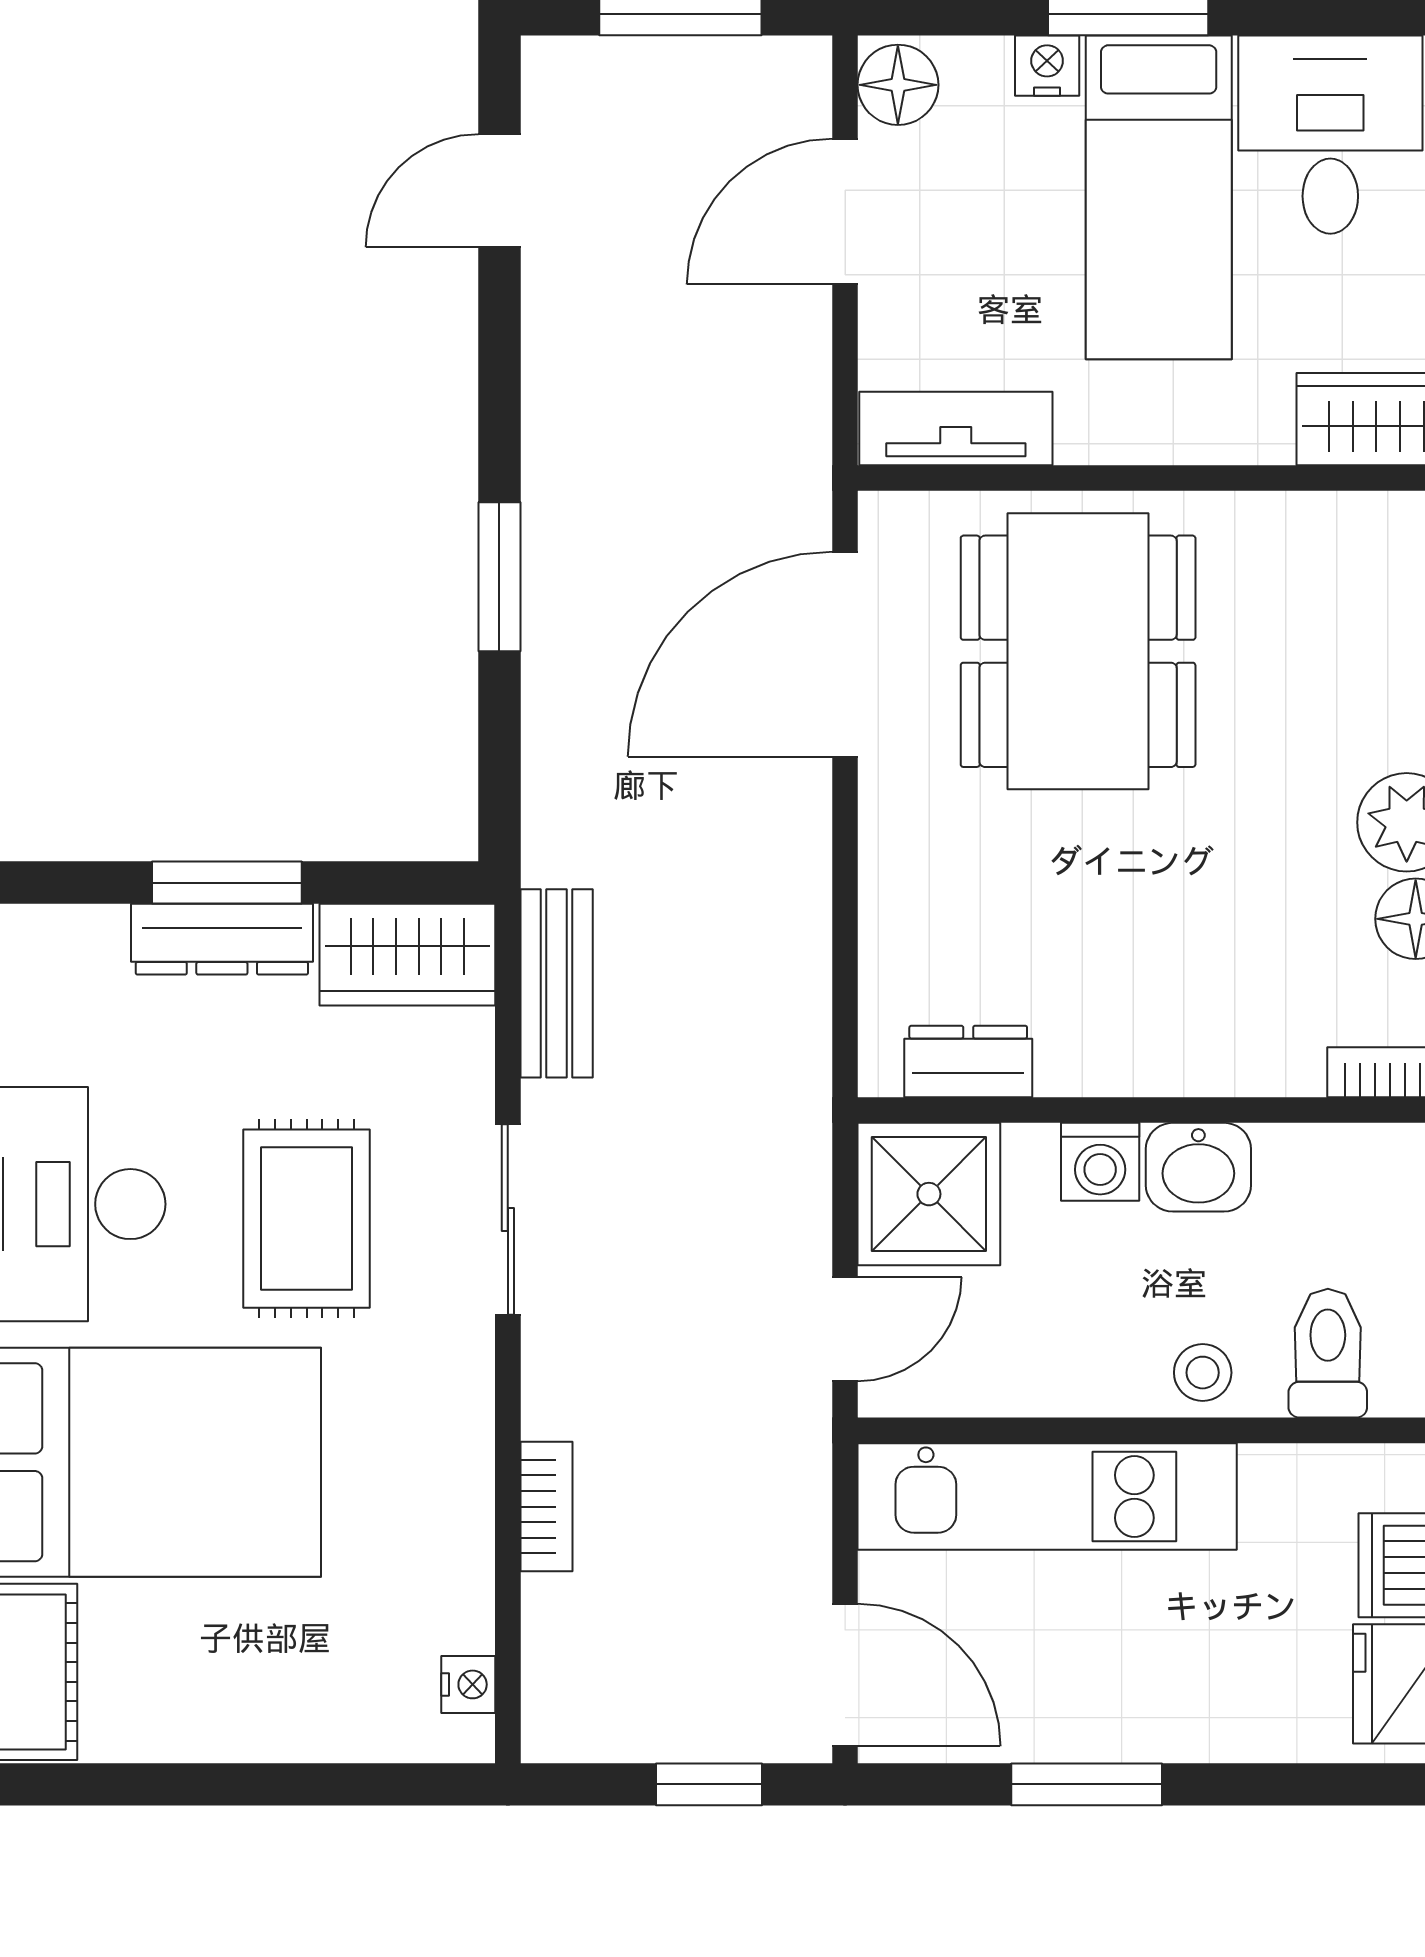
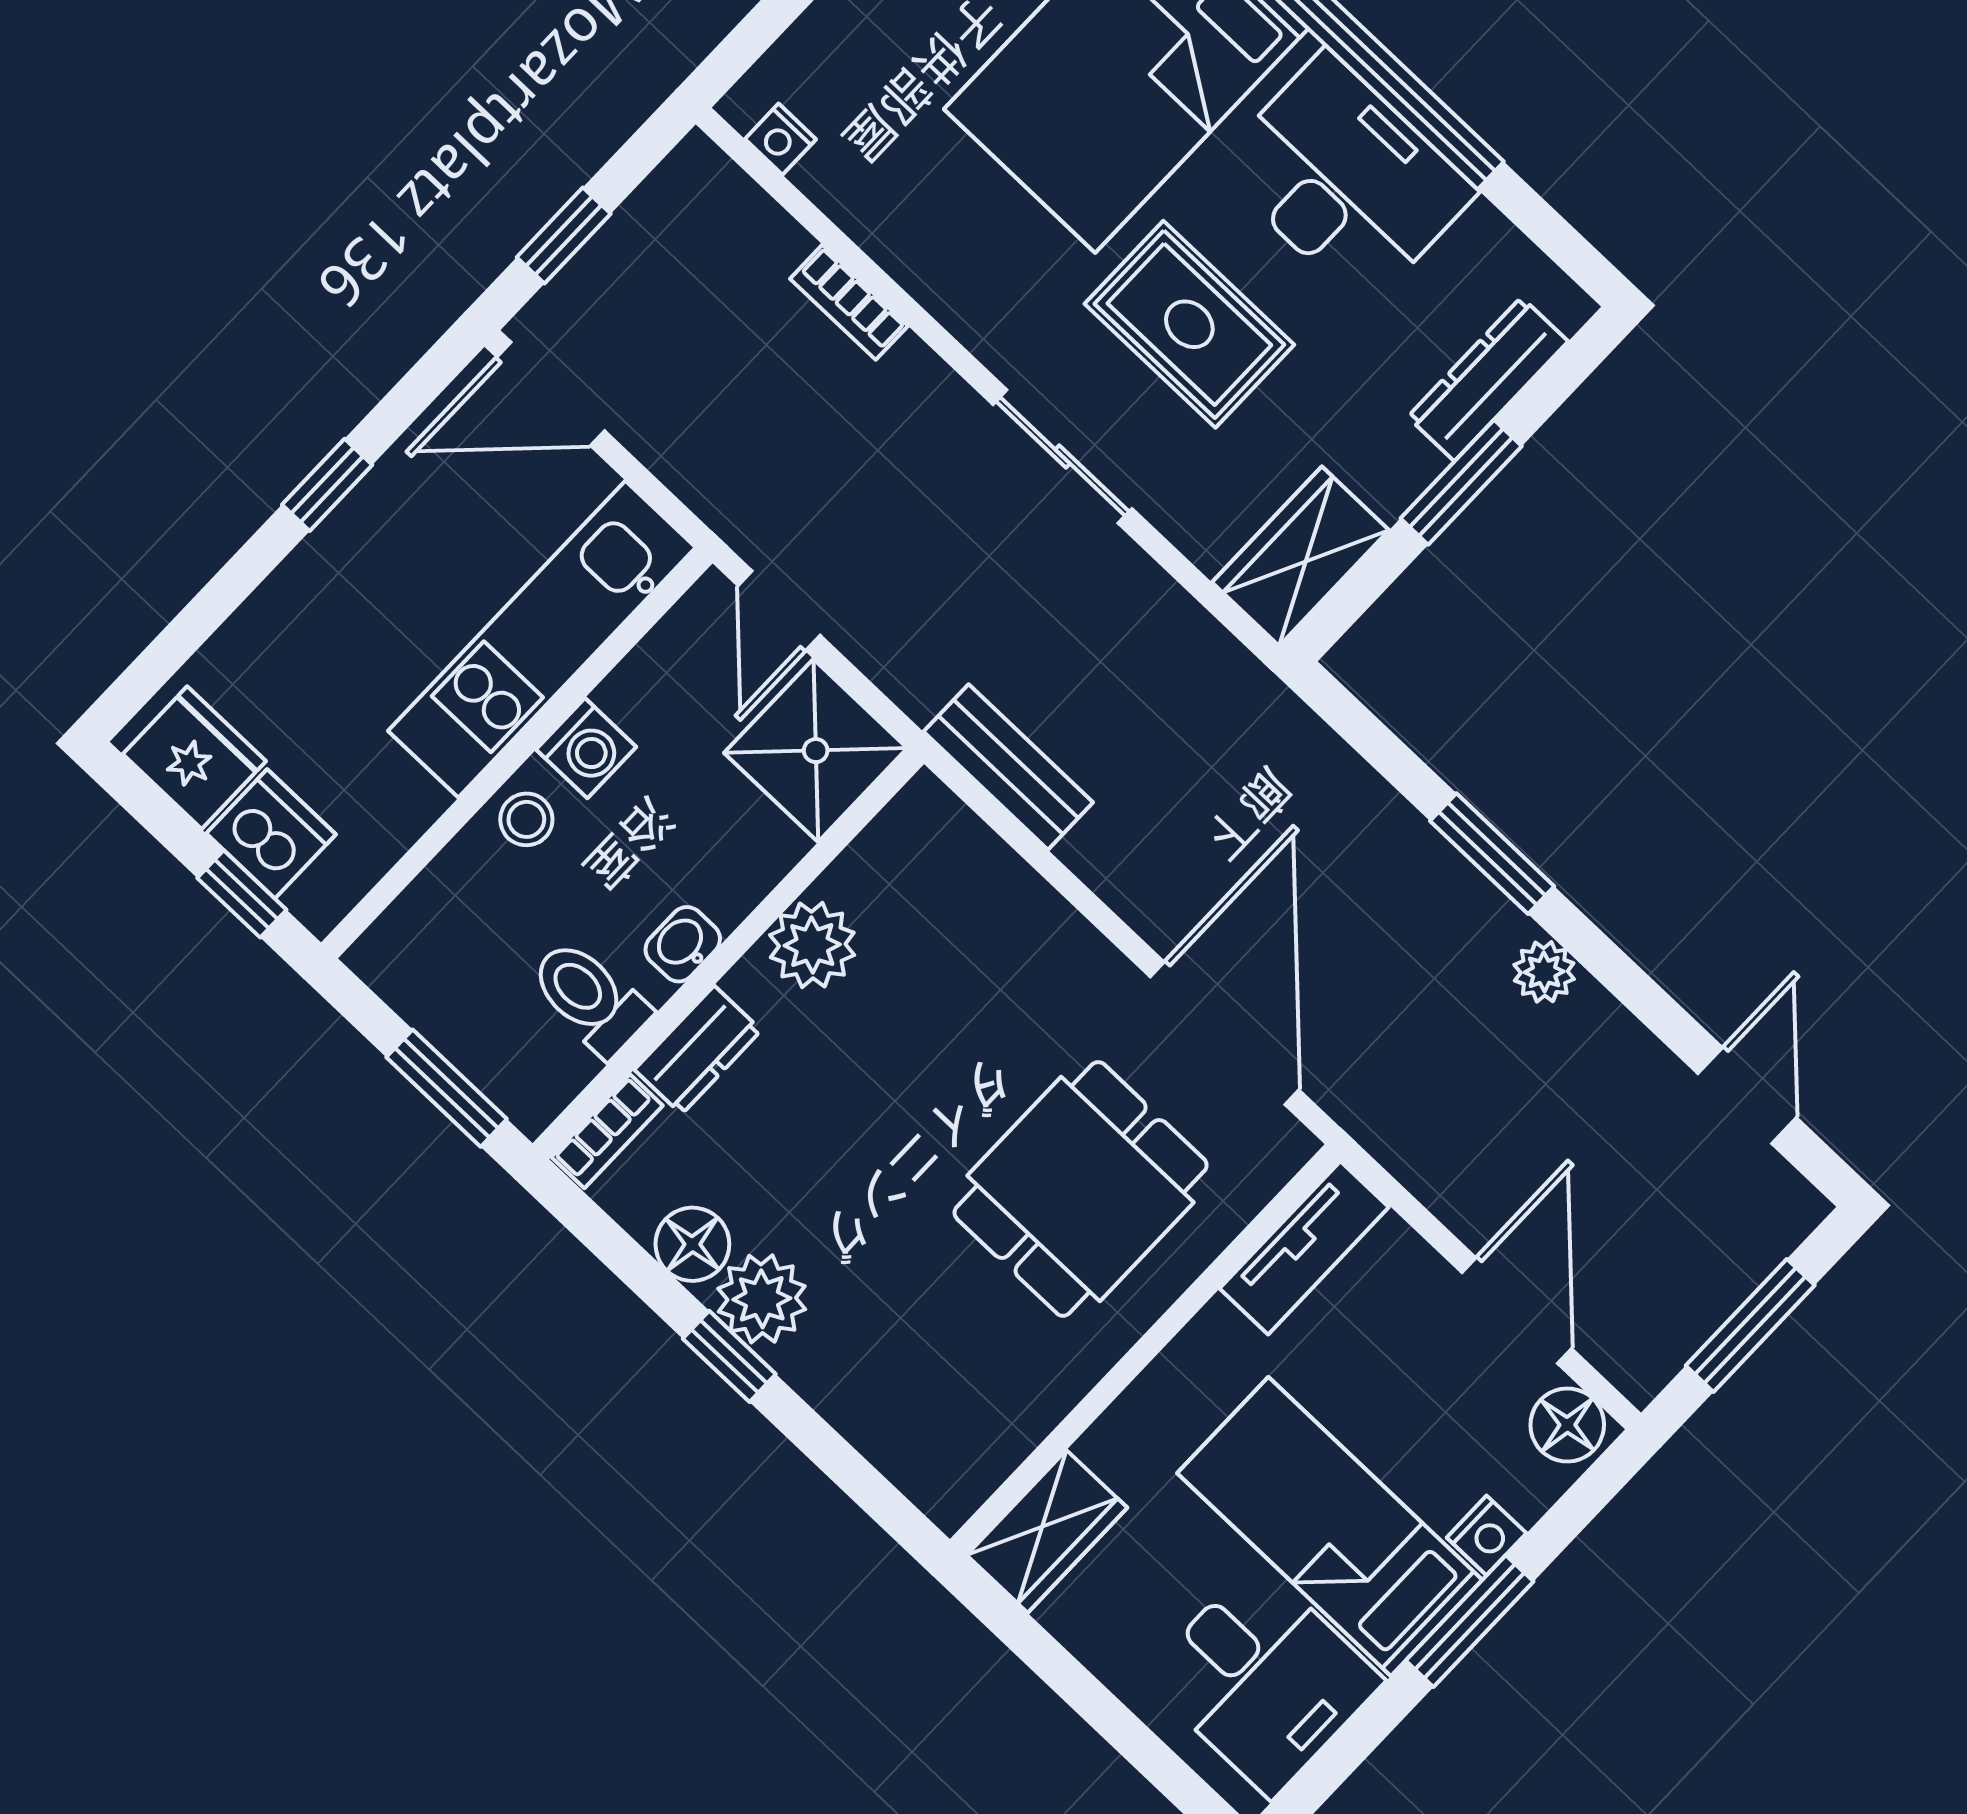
plant: (554, 446) -> (1544, 972), added
dining table: (1078, 651) -> (1081, 1189), width x0.73
dresser: (222, 939) -> (1488, 379), moved
bench: (557, 983) -> (1008, 767), moved
plant: (1087, 1050) -> (812, 945), added
dresser: (968, 1062) -> (698, 1050), moved
washing machine: (1100, 1162) -> (586, 748), moved, turned 180
washbasin: (1198, 1167) -> (683, 944), width x0.72, depth x0.69
toilet: (1328, 1353) -> (590, 998), moved, turned 180
window: (1087, 1784) -> (327, 485), width x0.67

